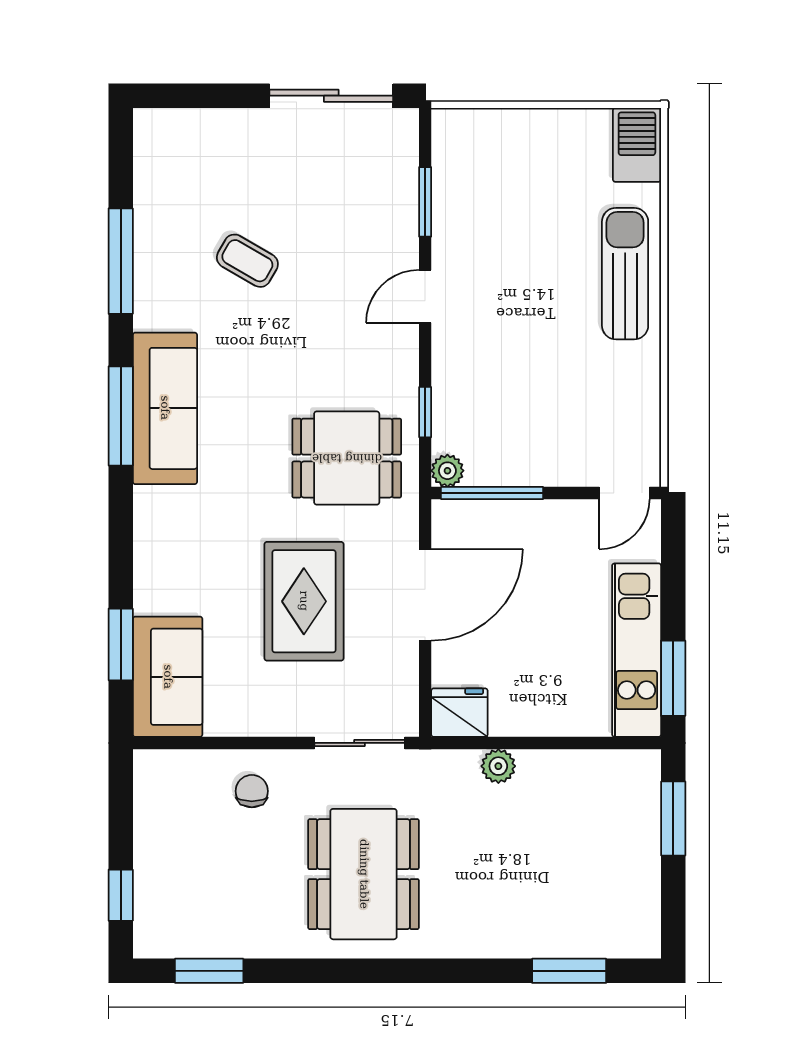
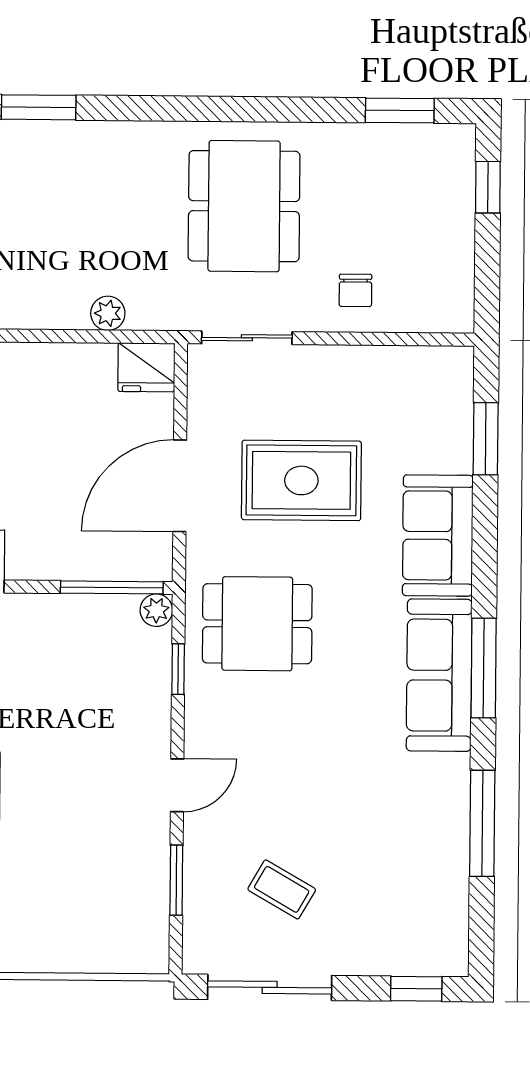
window: (185, 96) -> (416, 989), added
coffee table: (247, 261) -> (282, 889), moved
rug: (304, 601) -> (301, 480), turned 90
sofa: (168, 677) -> (438, 535), moved

